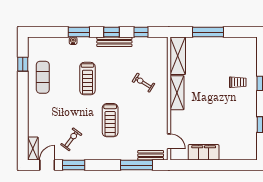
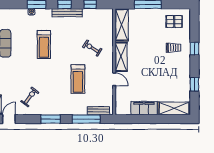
pallet: (239, 52) -> (174, 22), added
treadmill: (110, 120) -> (78, 79), moved
door: (169, 141) -> (114, 79), moved
shelving: (238, 153) -> (174, 108), added
window: (74, 165) -> (51, 119), moved

